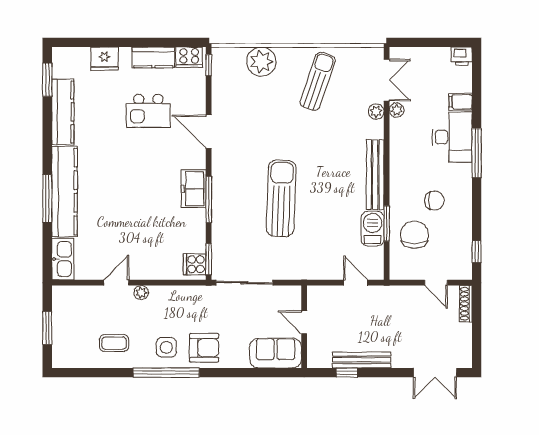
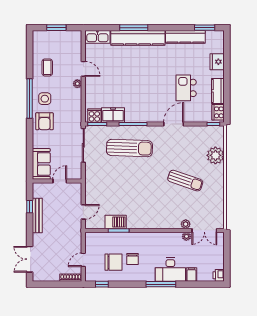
sun lounger: (318, 81) -> (185, 181), moved
bench: (375, 175) -> (148, 224), removed
freezer: (194, 189) -> (113, 115), moved
sun lounger: (281, 198) -> (129, 148), moved
chair: (415, 235) -> (113, 262), moved

